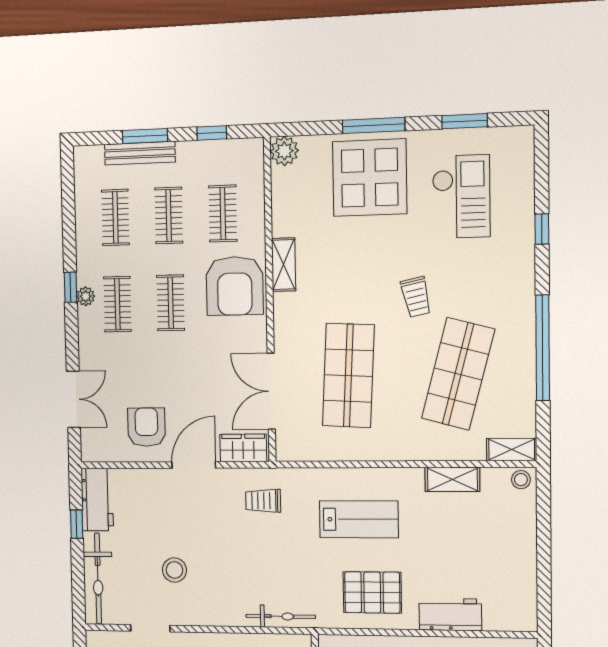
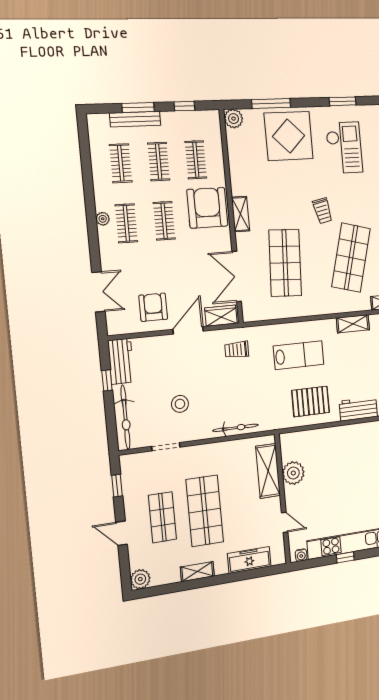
window: (374, 125) -> (271, 103), moved
shelving: (284, 265) -> (240, 214), moved
armchair: (235, 286) -> (207, 208), turned 180
window: (70, 287) -> (91, 213), removed
bicycle: (281, 616) -> (235, 428), moved

